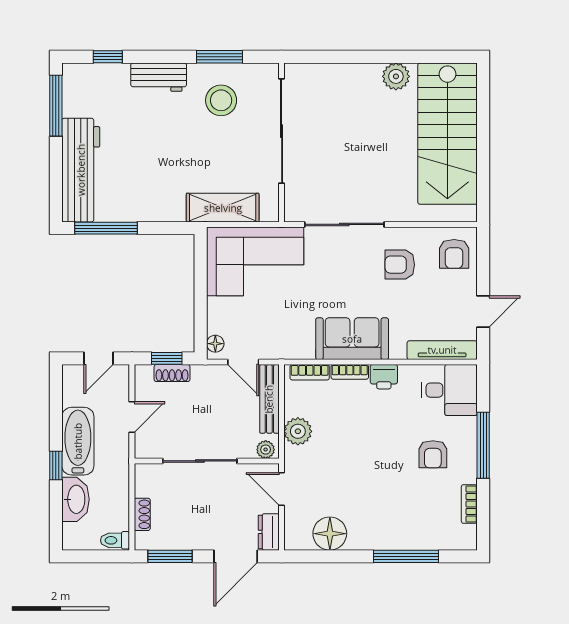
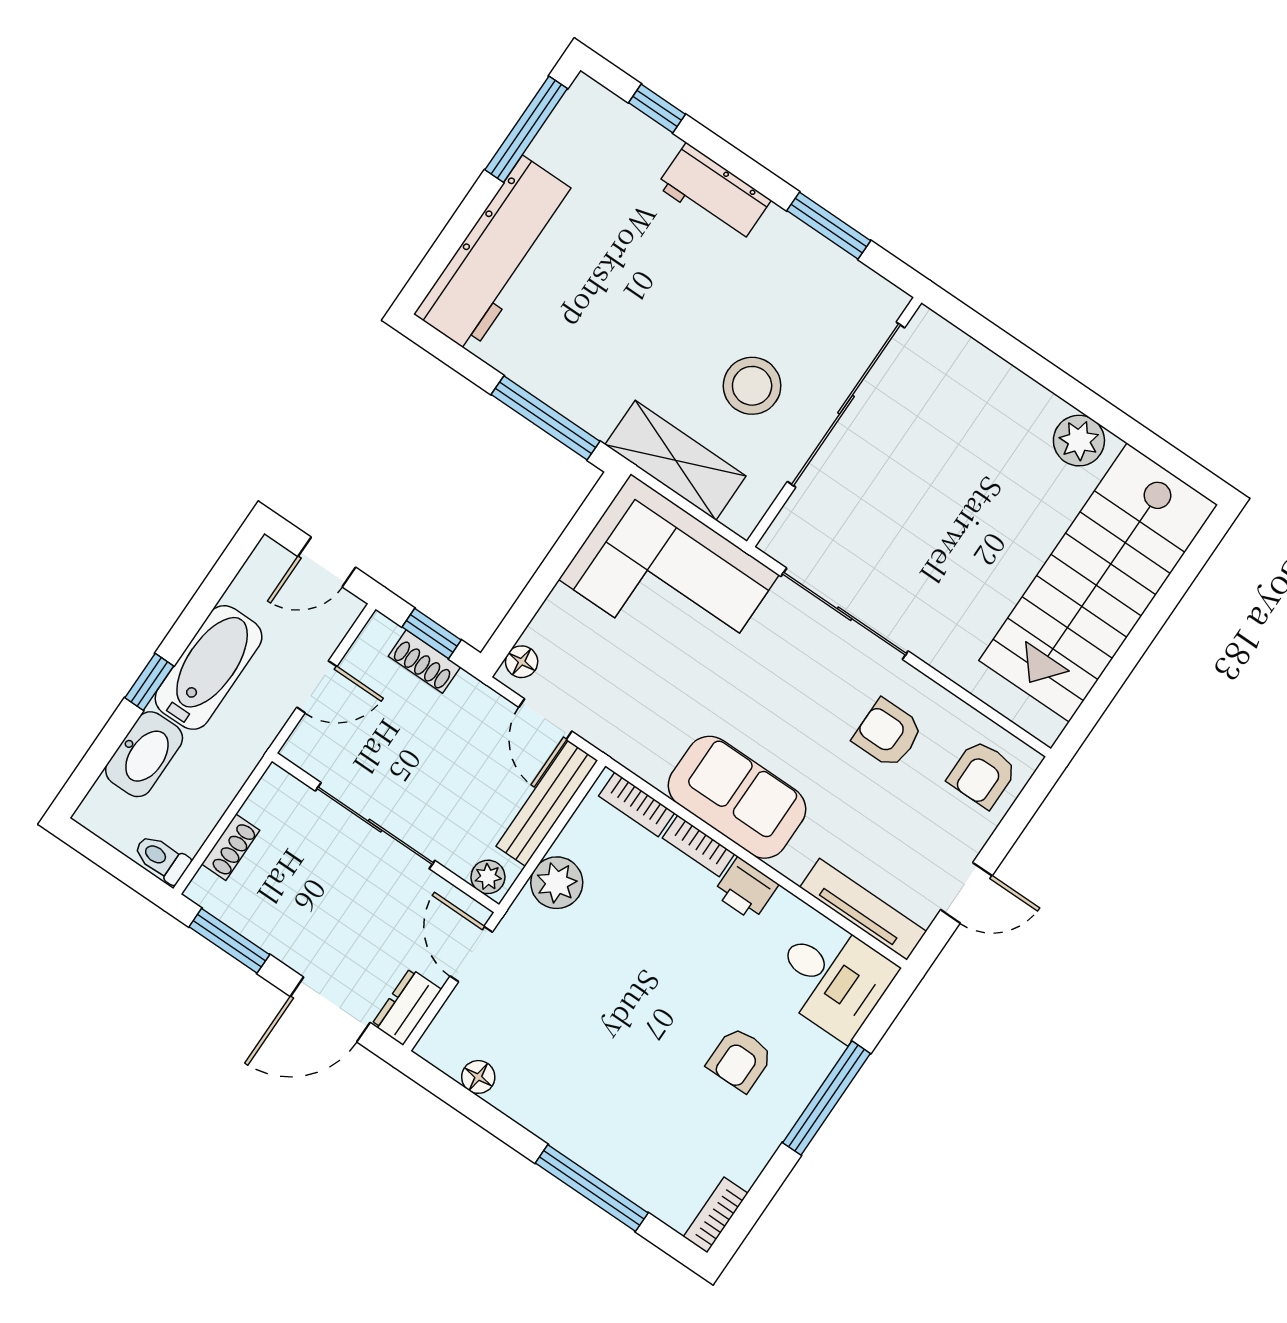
stool: (221, 100) -> (752, 386), moved
window: (106, 228) -> (546, 418), moved
bookcase: (469, 504) -> (716, 1215), moved
floor lamp: (330, 534) -> (478, 1077), width x0.53, depth x0.53

